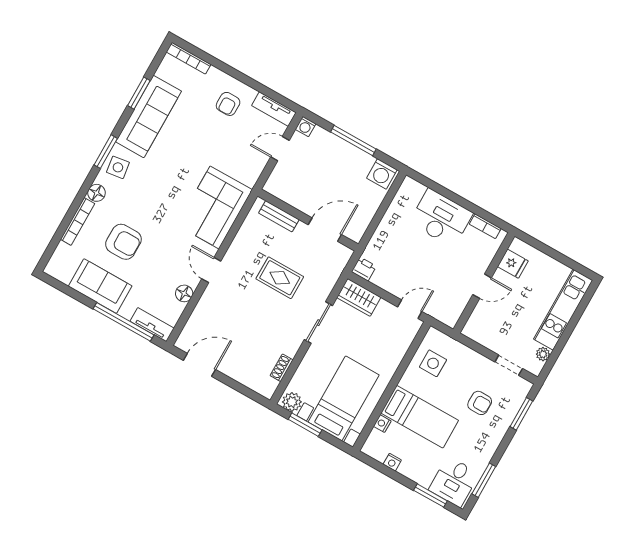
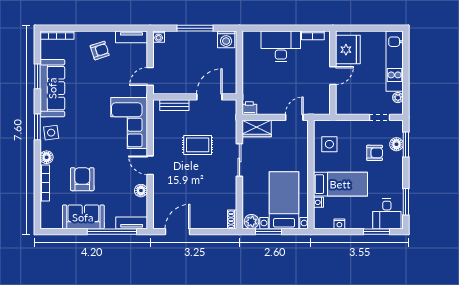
armchair: (228, 104) -> (100, 50), turned -108
door: (280, 149) -> (150, 76), moved
armchair: (123, 242) -> (82, 179), turned -90
fridge: (513, 264) -> (348, 50), width x1.88, depth x1.34
shoe rack: (282, 368) -> (232, 219), moved
floor lamp: (511, 407) -> (396, 144), added

